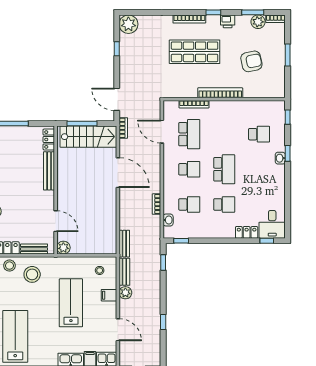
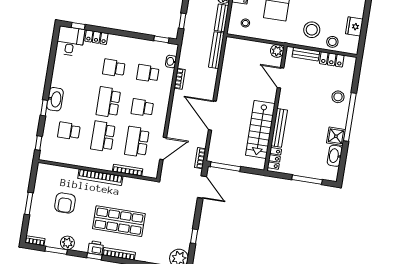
printer: (228, 21) -> (96, 248), moved
plant: (258, 22) -> (67, 243), moved
armchair: (251, 61) -> (65, 203), turned -78
window: (82, 124) -> (225, 167), moved
door: (162, 132) -> (163, 149), hinge flipped
school desk: (224, 134) -> (103, 136), added
stairs: (88, 137) -> (260, 129), moved, turned -90
washbasin: (280, 158) -> (55, 99), width x1.91, depth x1.45
bench: (124, 244) -> (216, 50), width x1.36

